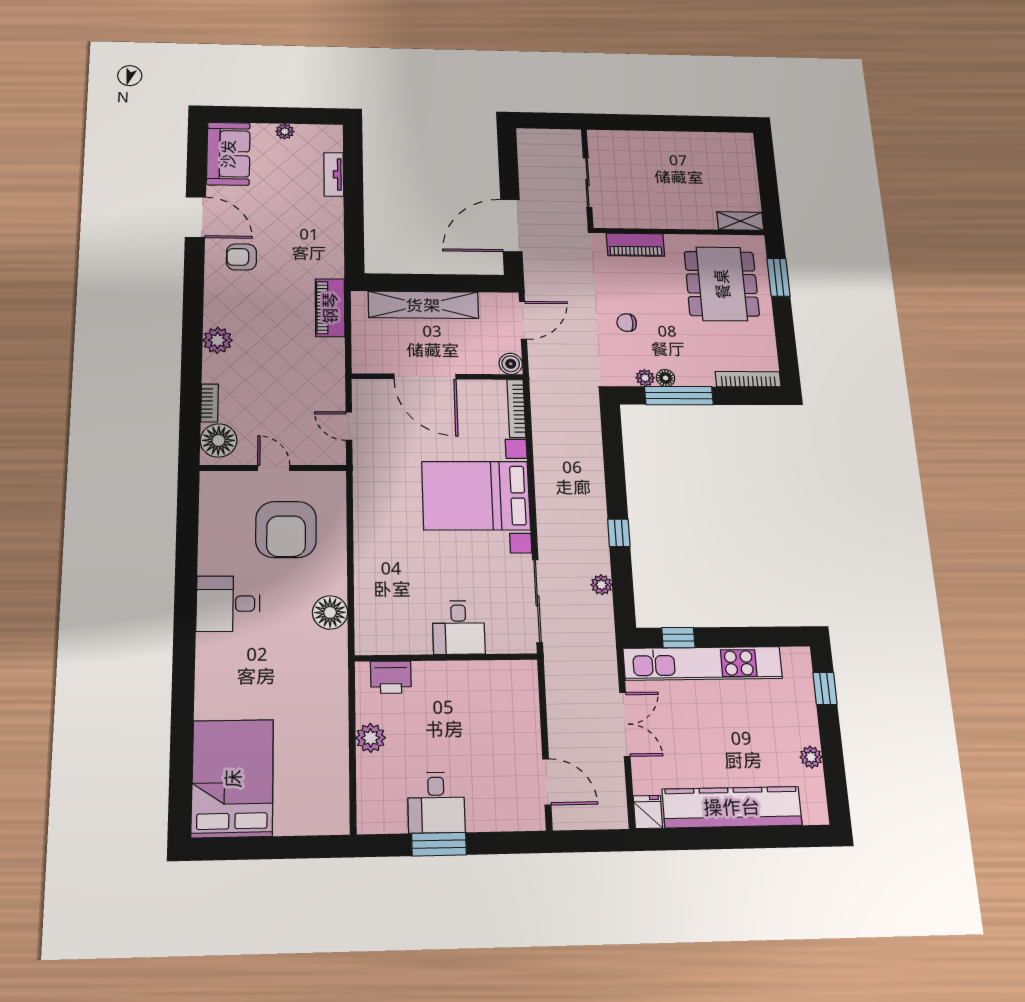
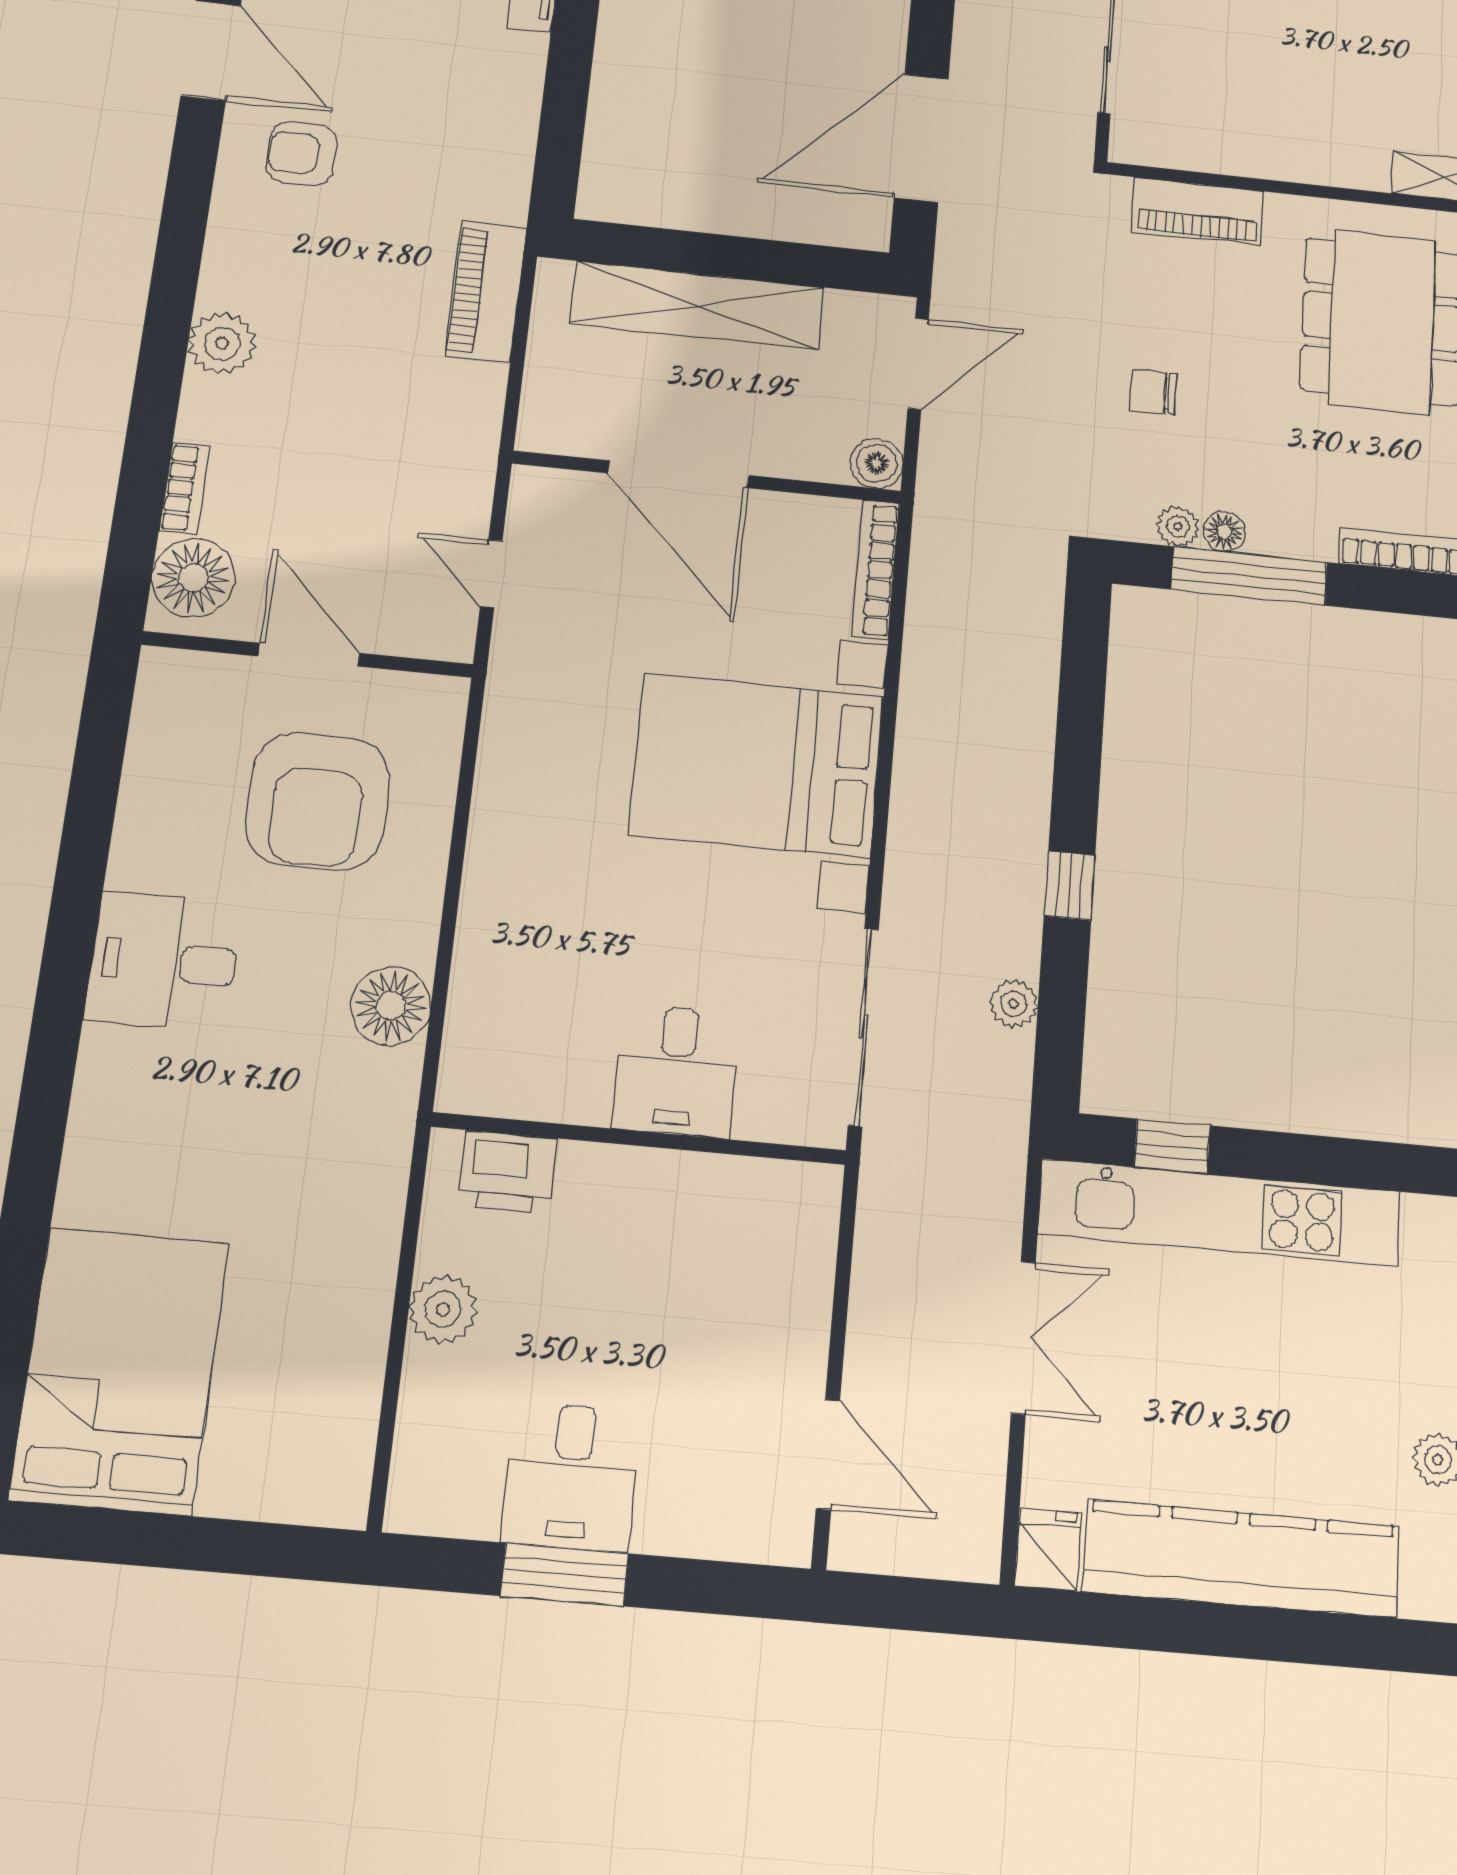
door: (274, 468) -> (309, 655), width x1.38

